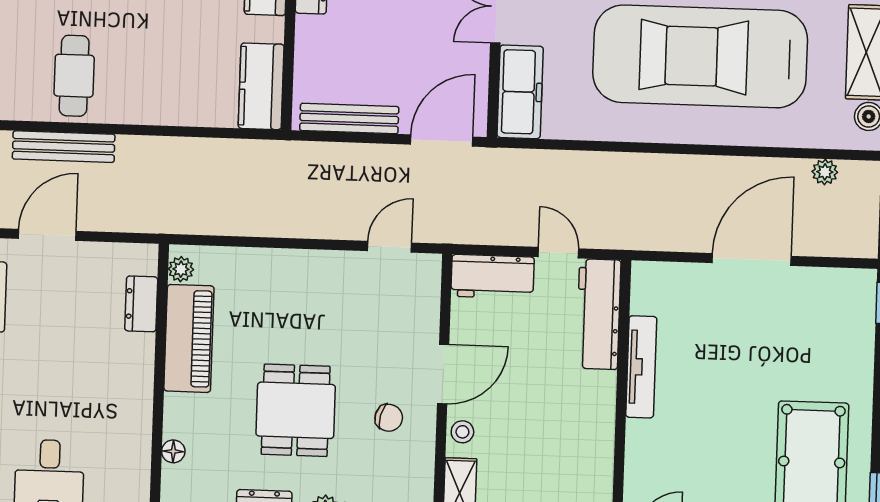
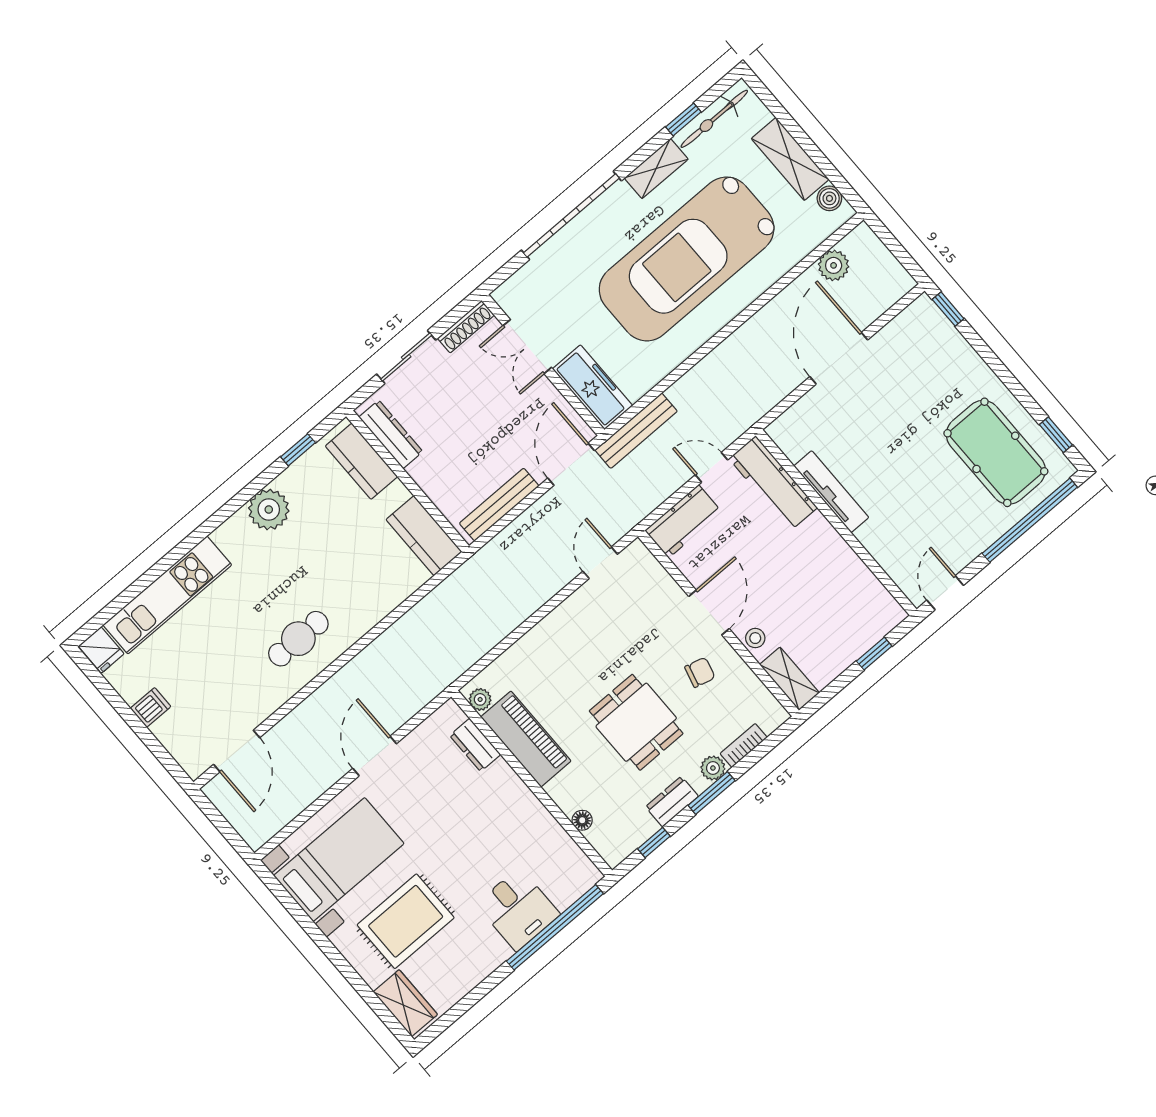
cafe table: (74, 76) -> (298, 639), turned 90
bench: (64, 147) -> (636, 431), moved
plant: (825, 172) -> (834, 265), width x1.38, depth x1.38

